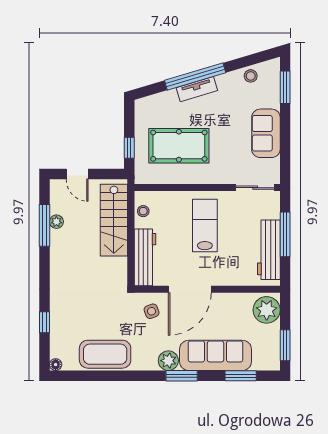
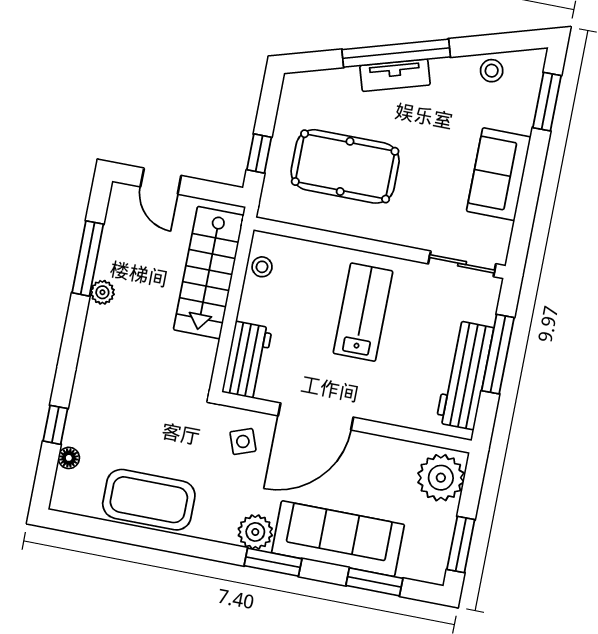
plant: (56, 222) -> (102, 292), moved
workbench: (145, 257) -> (247, 360), width x0.73
floor lamp: (56, 365) -> (69, 458), moved

